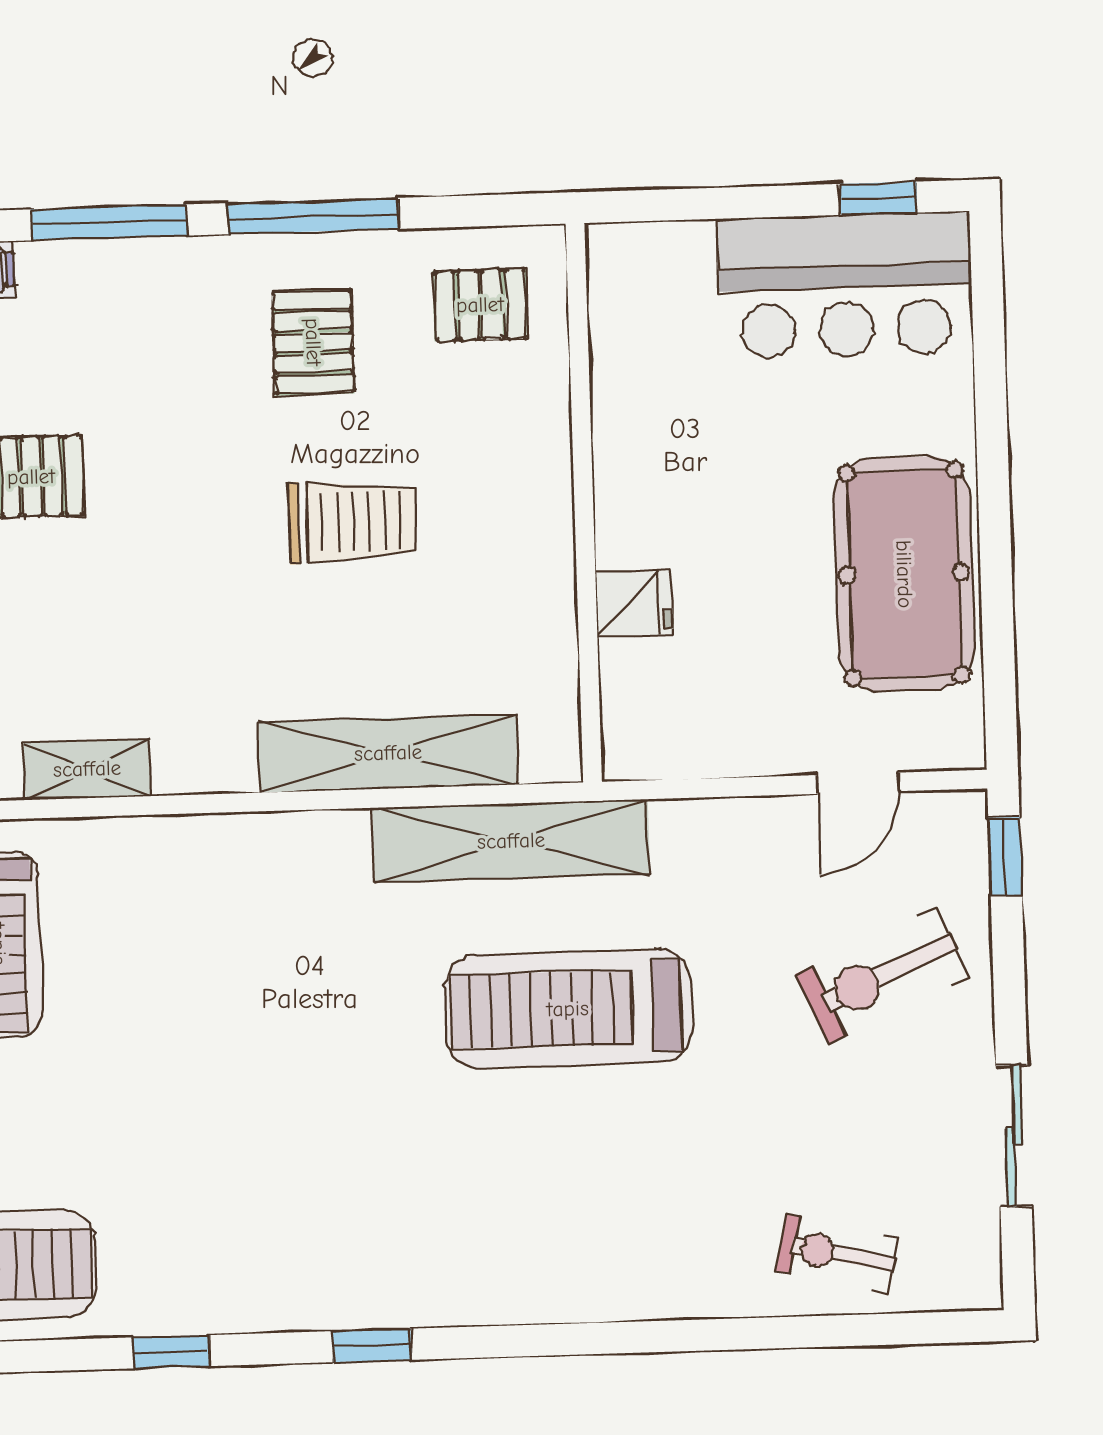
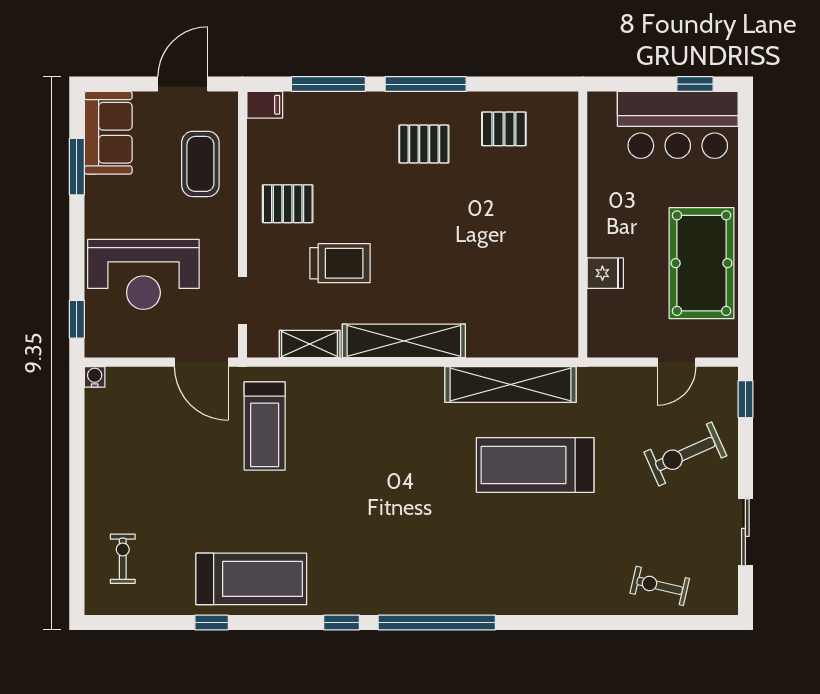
pallet: (313, 342) -> (424, 144), turned 90
wall: (584, 503) -> (583, 225), moved
trolley: (352, 522) -> (340, 263), moved
fridge: (634, 603) -> (605, 273), moved
shelving: (388, 753) -> (404, 341), moved
window: (372, 1345) -> (437, 622), width x3.17

